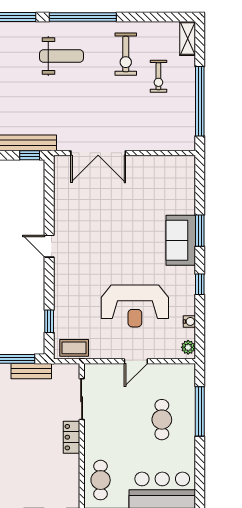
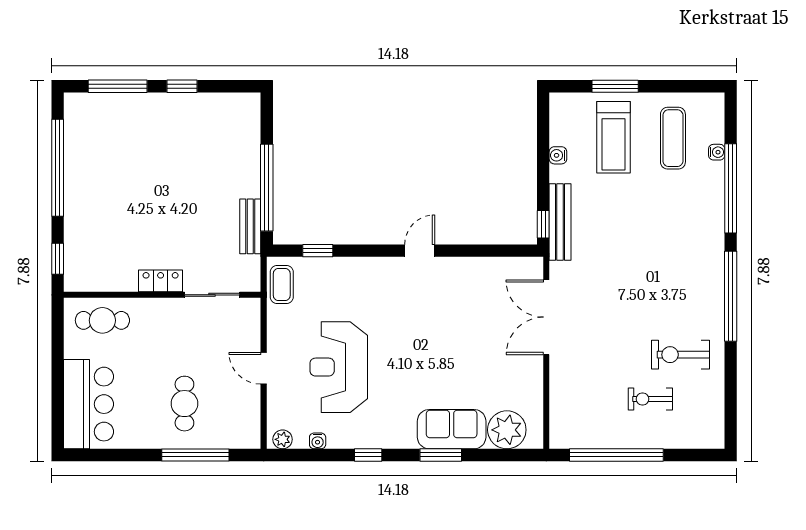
shelving: (188, 39) -> (701, 439), removed
weight bench: (61, 56) -> (678, 267), removed
plant: (181, 182) -> (507, 430), added
sofa: (181, 240) -> (452, 429), moved
cafe table: (162, 420) -> (184, 404), turned 90

